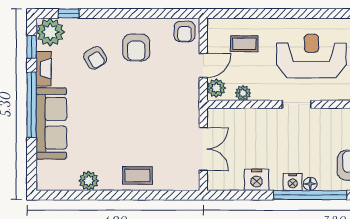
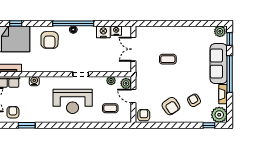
window: (32, 47) -> (230, 39), moved
armchair: (136, 48) -> (171, 106), turned 146
door: (203, 65) -> (133, 96), hinge flipped
coffee table: (137, 175) -> (168, 59), moved
plant: (89, 181) -> (220, 31), moved
nightstand: (293, 182) -> (116, 31), moved

